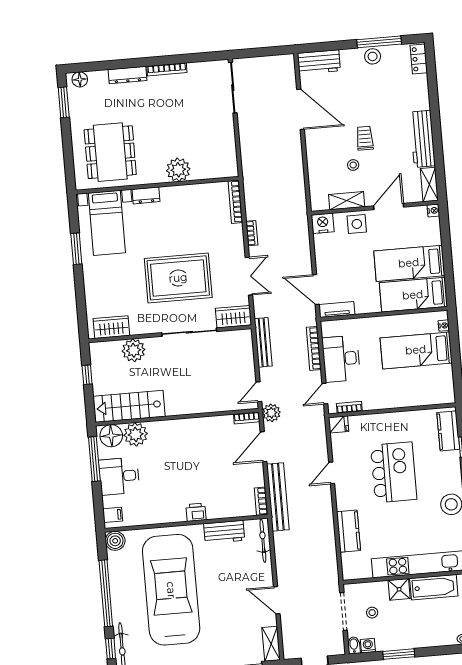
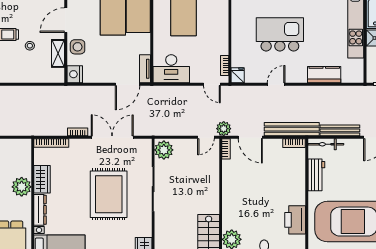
dresser: (146, 195) -> (40, 210), width x1.44
door: (389, 207) -> (66, 20), hinge flipped
double door: (249, 276) -> (112, 137), width x1.37
wardrobe: (233, 317) -> (42, 179), moved, turned 180
bench: (263, 342) -> (340, 130), moved
bookcase: (314, 348) -> (175, 90), removed
plant: (134, 350) -> (164, 150), moved
desk: (341, 359) -> (171, 69), moved
door: (259, 392) -> (206, 137), hinge flipped
door: (332, 473) -> (276, 84), swing flipped
printer: (196, 512) -> (295, 220), moved, width x1.87, depth x1.48

